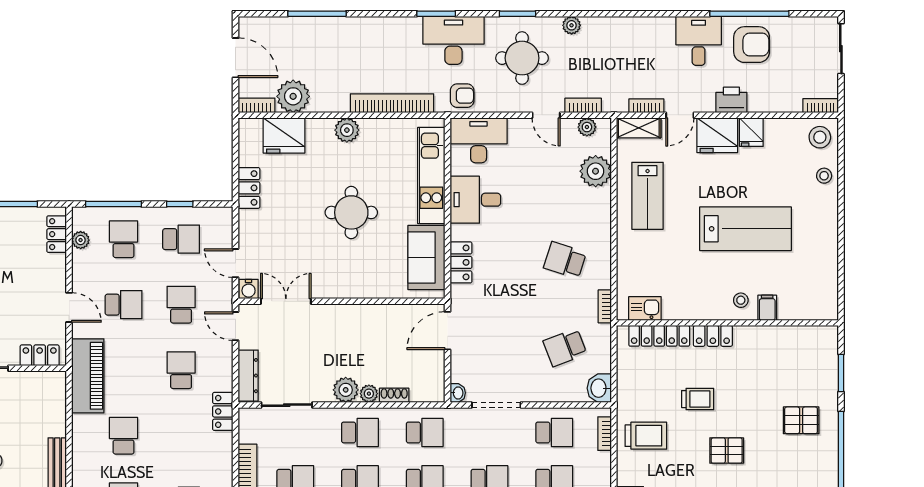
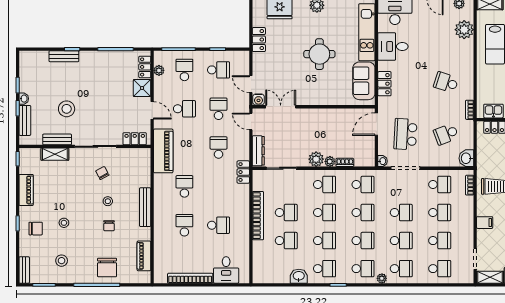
shower: (52, 270) -> (142, 88), added
school desk: (496, 347) -> (405, 134), added

